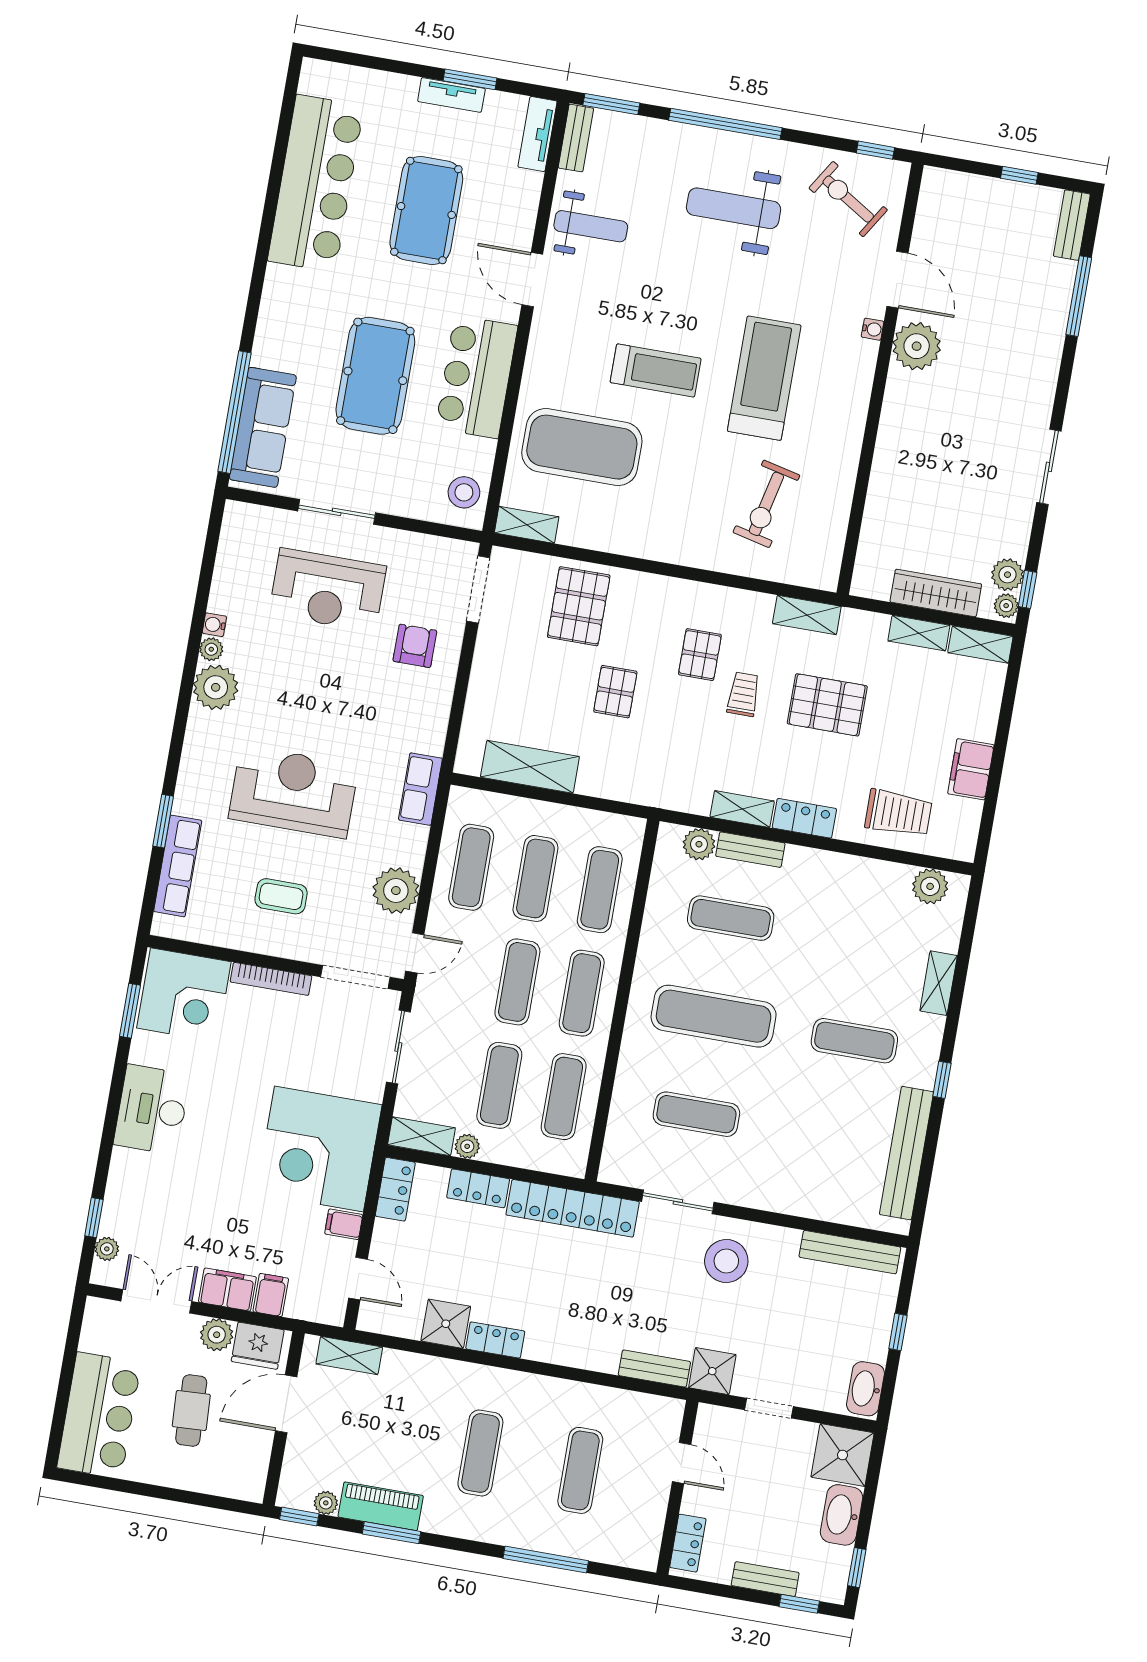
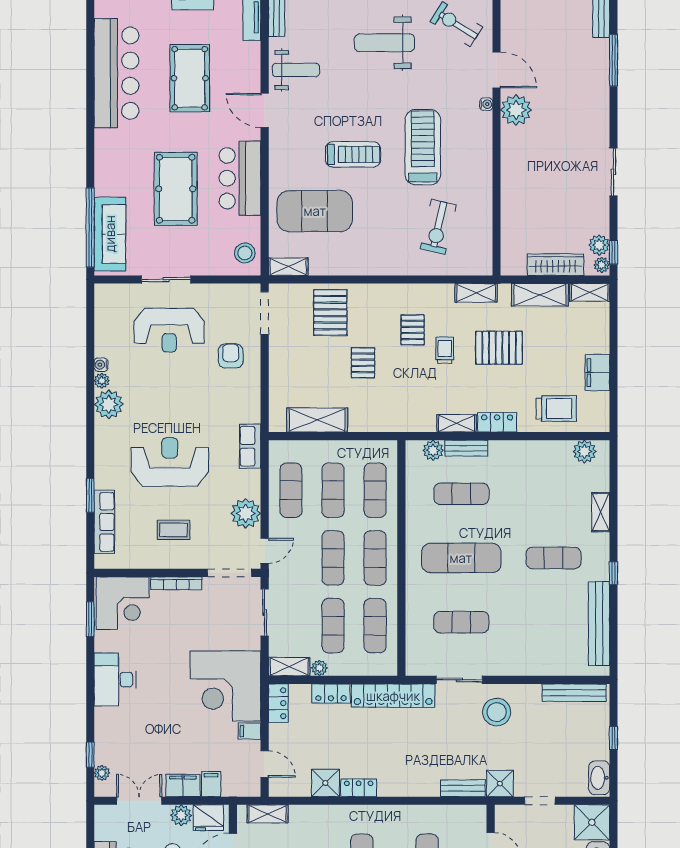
shelving: (919, 633) -> (540, 295), width x1.50, depth x1.33

